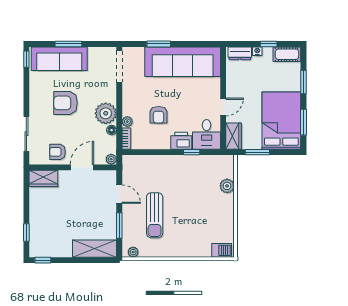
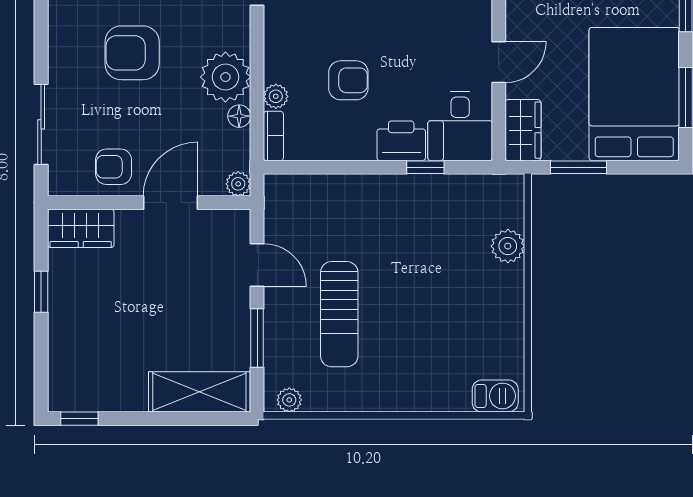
armchair: (159, 115) -> (348, 80), turned -90
window: (26, 233) -> (41, 292), moved

